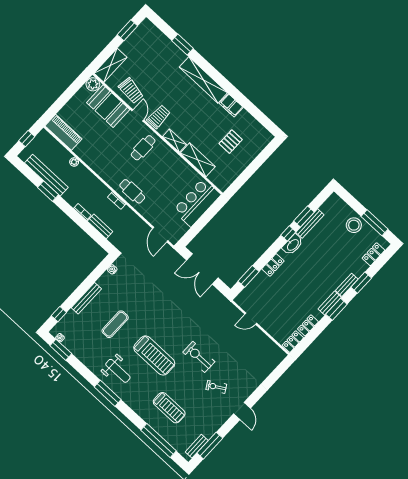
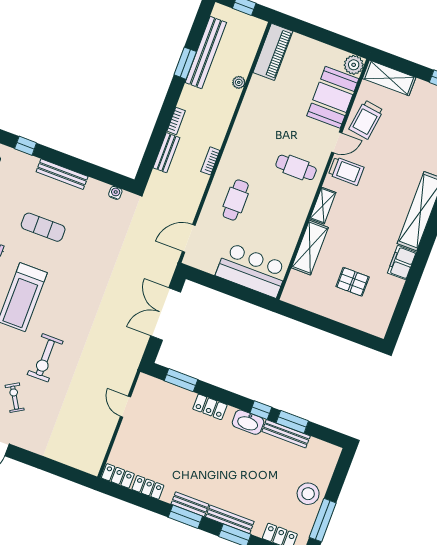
cafe table: (132, 191) -> (236, 200), moved
bench: (347, 285) -> (230, 519), width x1.36
exercise bike: (199, 357) -> (45, 358), turned 180

